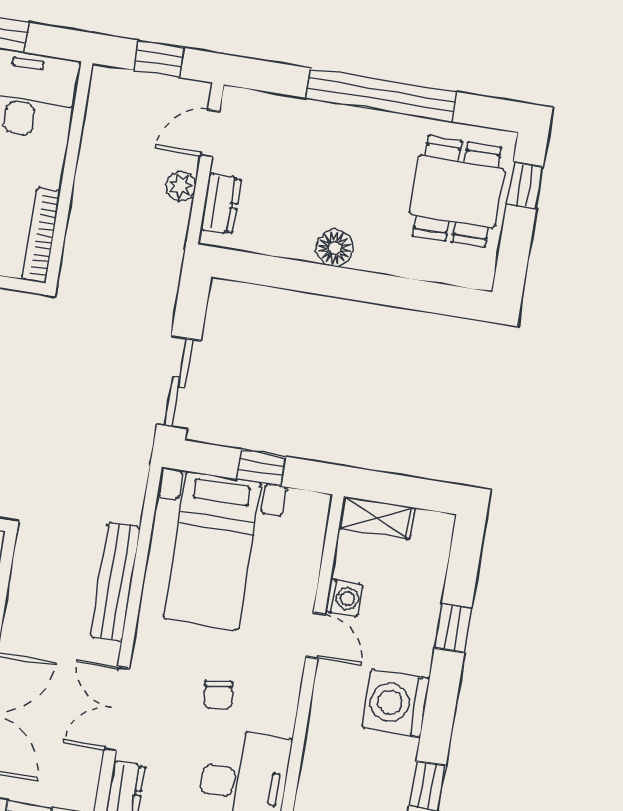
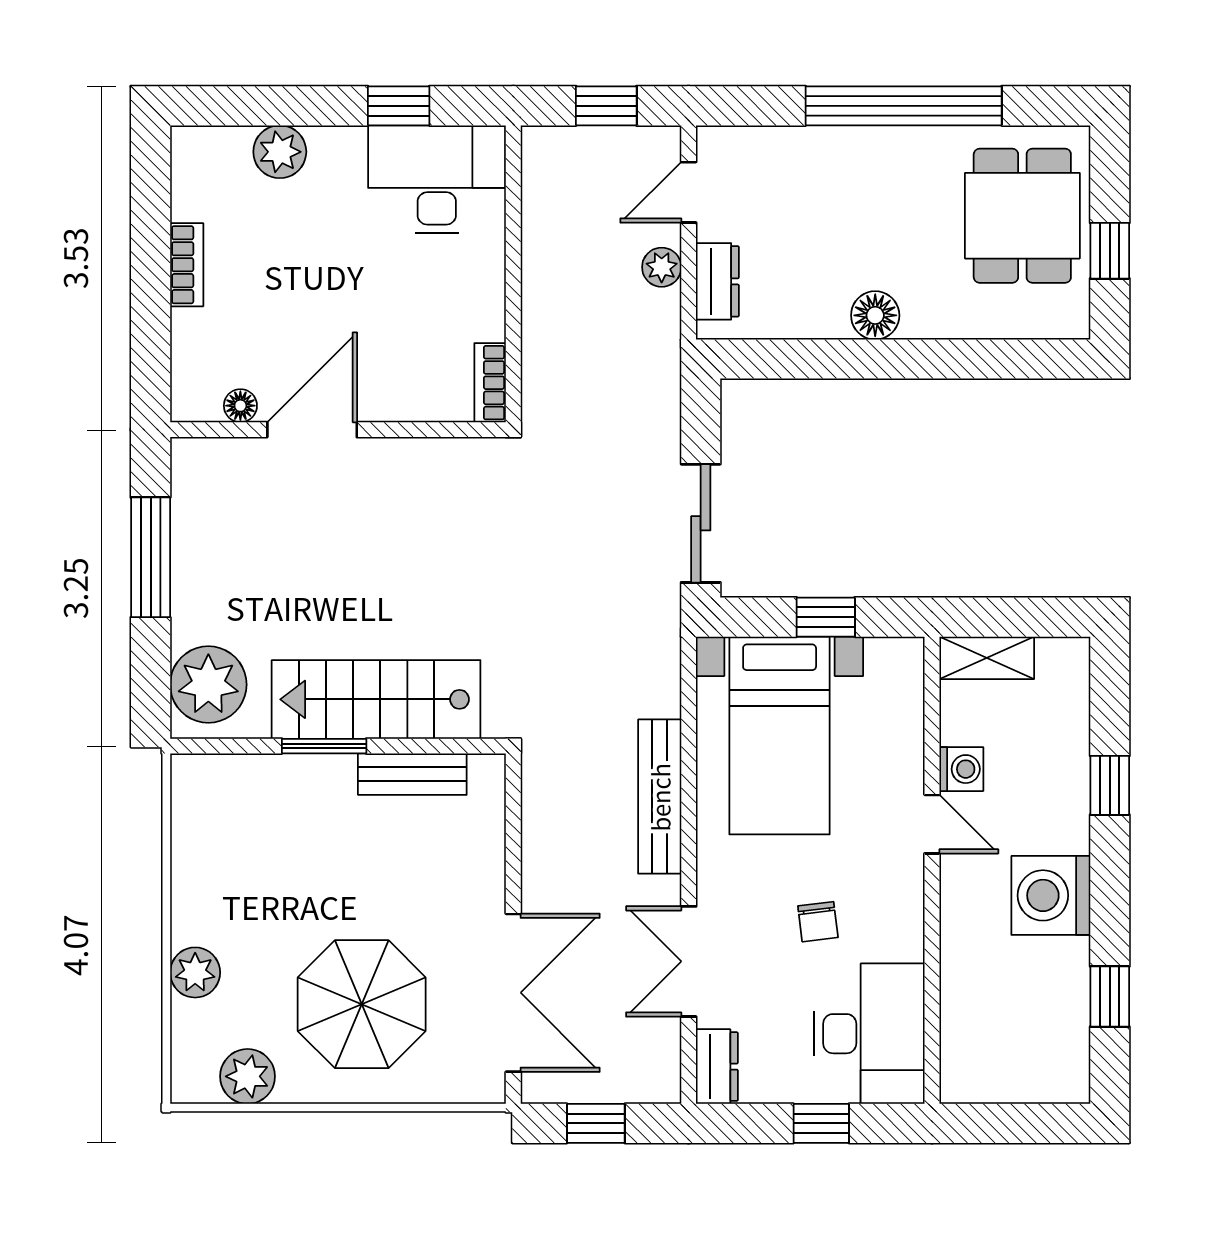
window: (525, 186) -> (1110, 251), moved
bookcase: (41, 235) -> (490, 383), width x0.64

